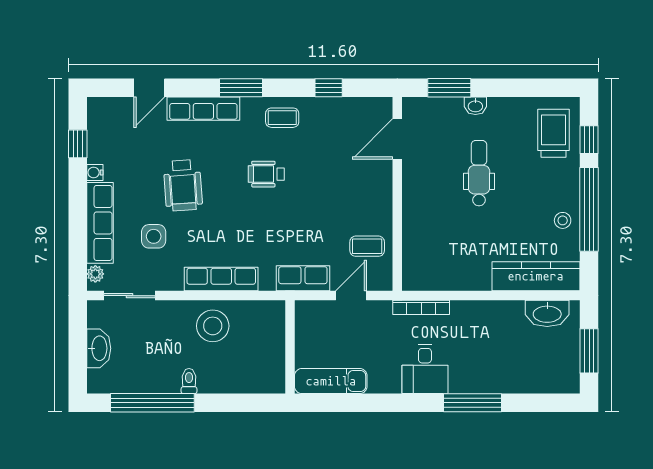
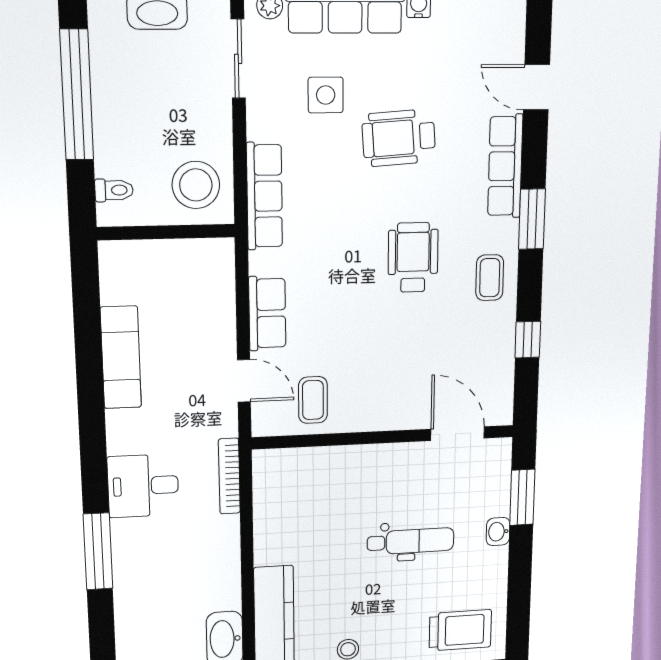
wheelchair: (266, 174) -> (413, 257), width x1.36, depth x1.37
wall: (290, 347) -> (166, 232), moved
toilet: (189, 381) -> (114, 190), moved

